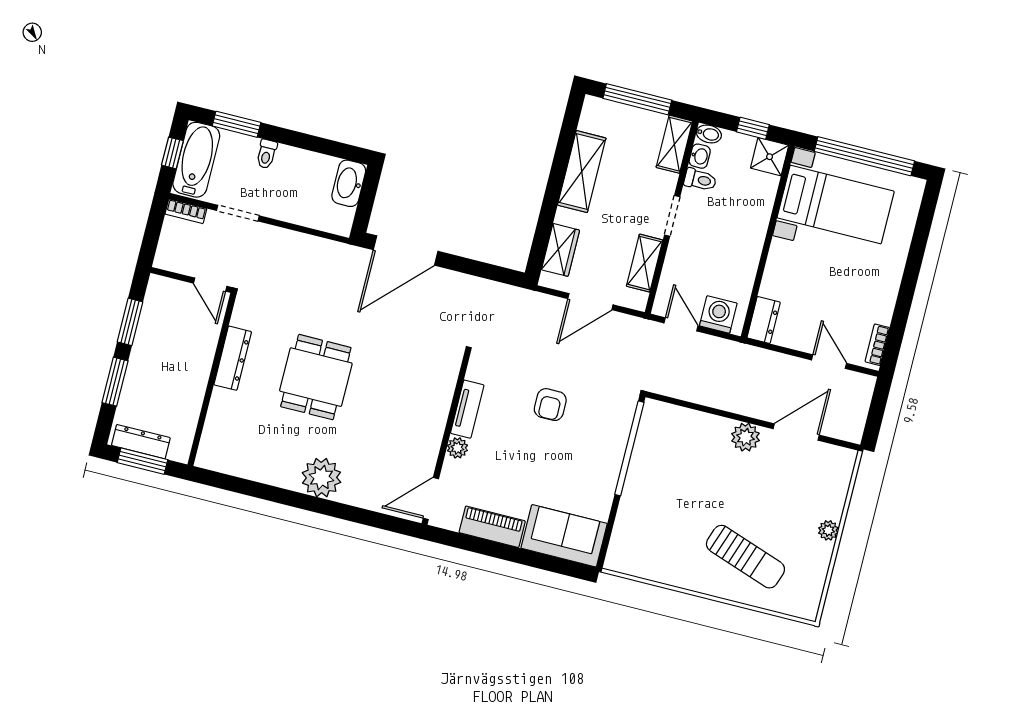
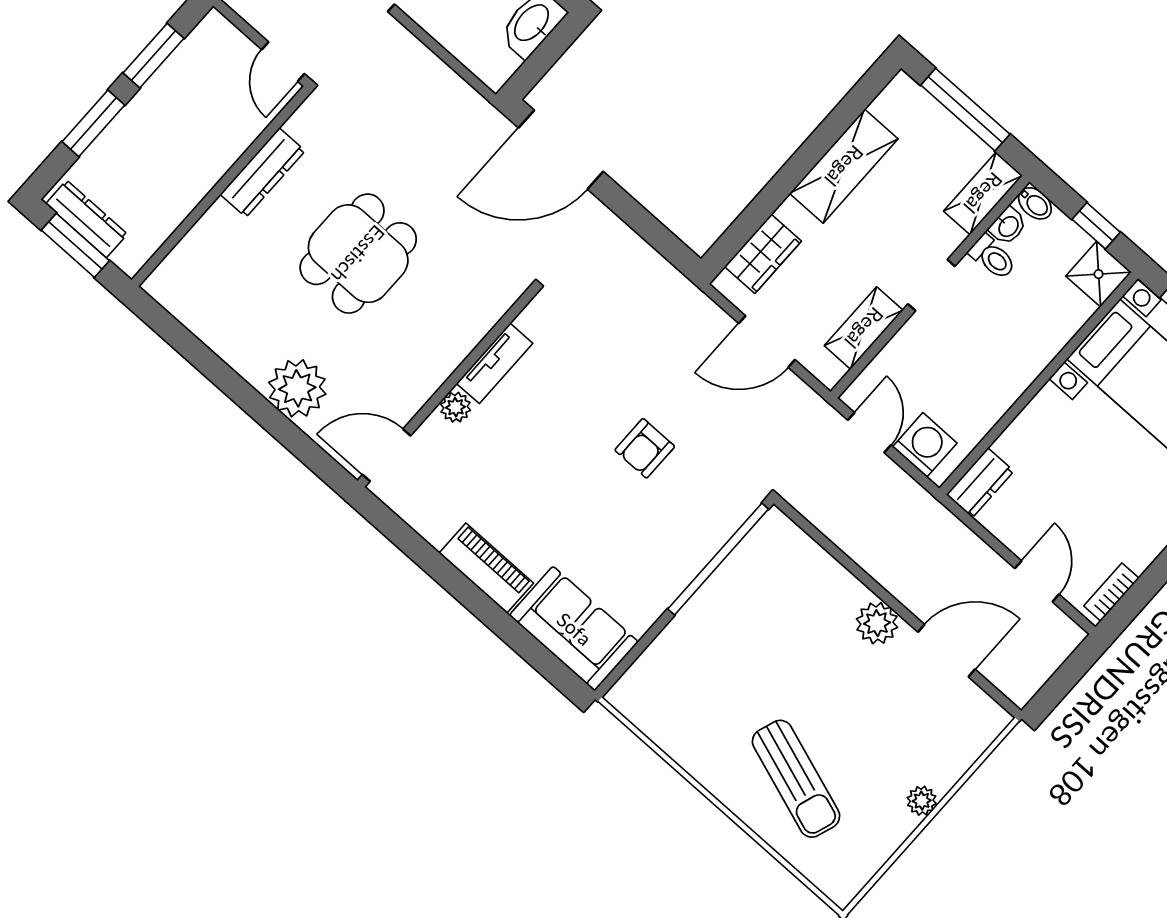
tv unit: (467, 409) -> (495, 363), moved
wall: (446, 438) -> (447, 387), moved
plant: (457, 448) -> (456, 407), moved
door: (431, 499) -> (386, 455), moved

